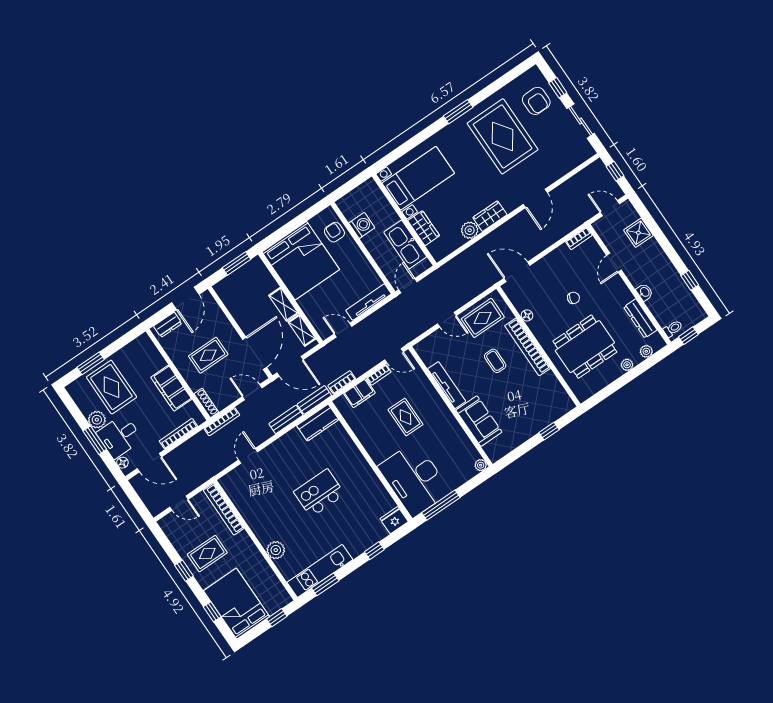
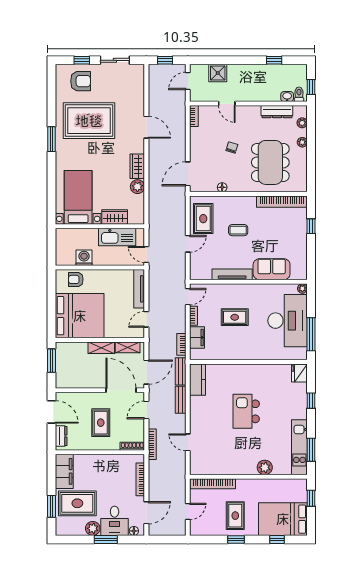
washbasin: (644, 292) -> (287, 97), moved
bookcase: (528, 347) -> (282, 202), moved
filing cabinet: (171, 388) -> (64, 471), moved, turned -90
desk: (414, 479) -> (288, 321), moved, turned -90

